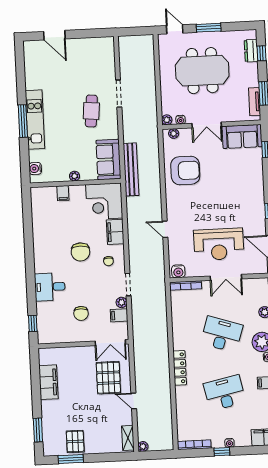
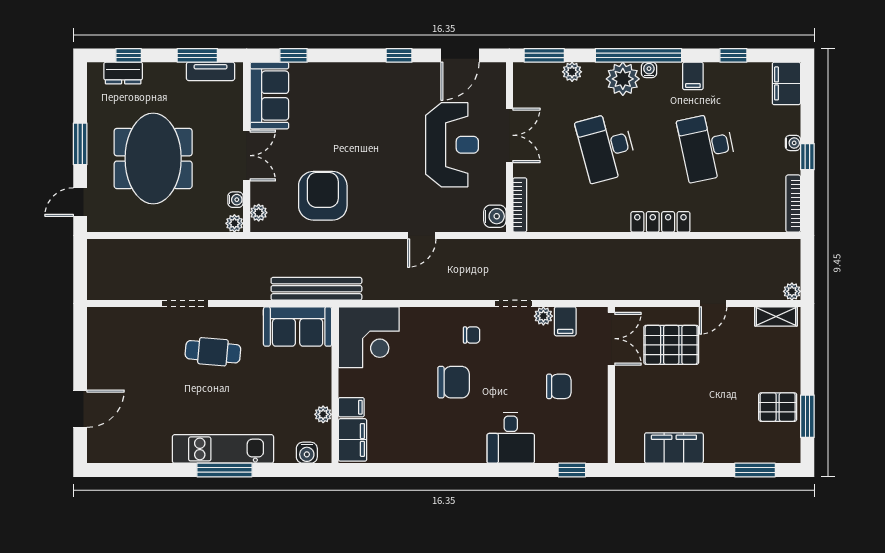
plant: (75, 176) -> (323, 414), moved
filing cabinet: (115, 232) -> (353, 440), moved, turned -90
desk: (222, 334) -> (606, 147), turned -33

